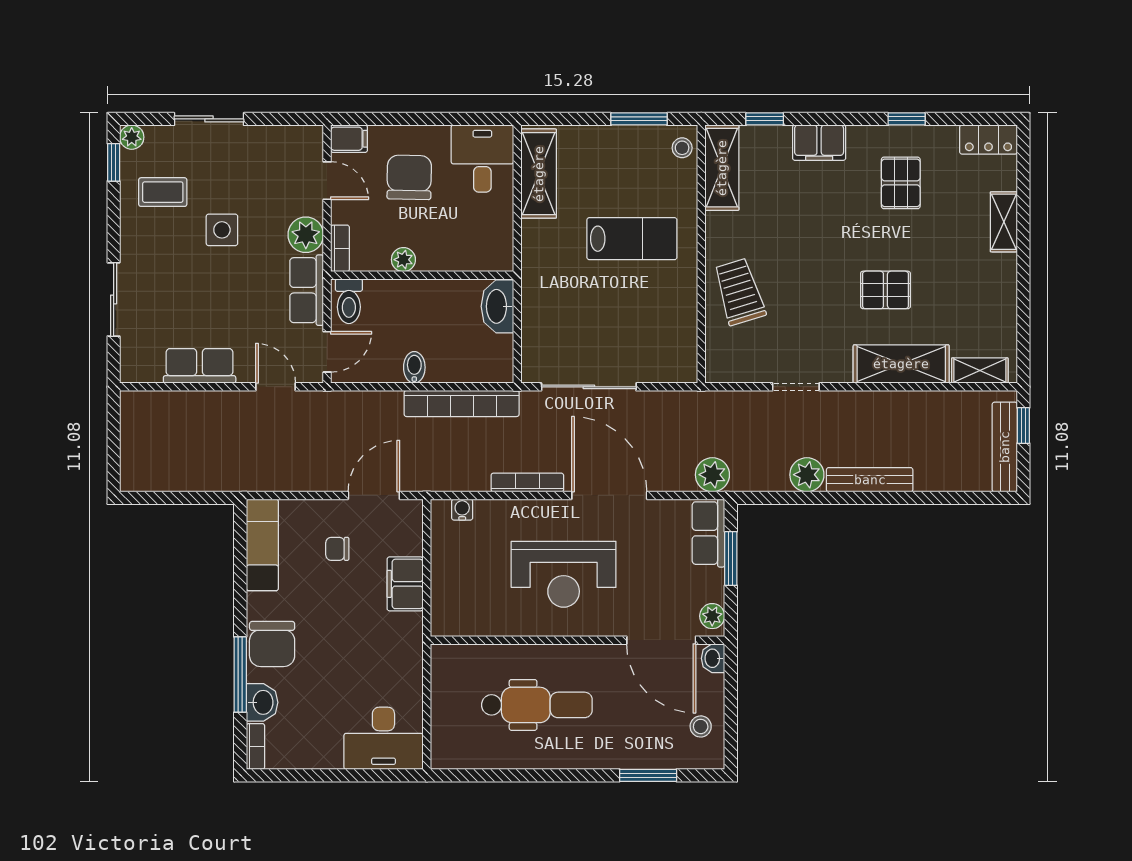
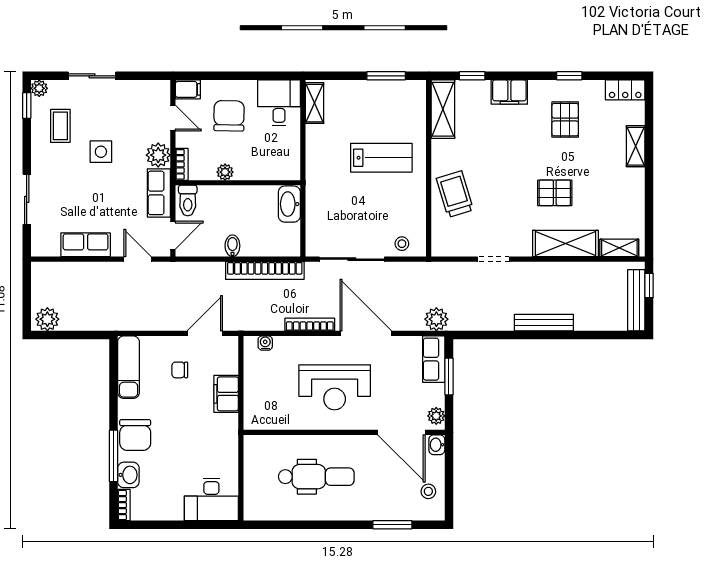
stool: (682, 148) -> (402, 244), moved
shelving: (539, 174) -> (314, 103), width x0.67, depth x0.75
coffee table: (163, 192) -> (60, 126), turned 90
plant: (807, 475) -> (47, 319), moved

